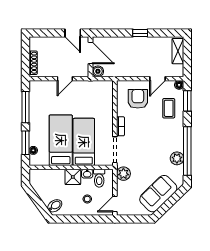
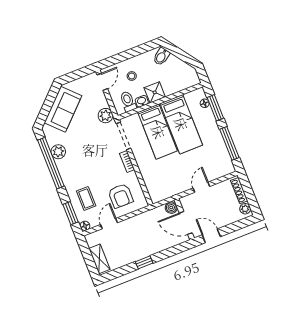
plant: (34, 45) -> (245, 209), added

